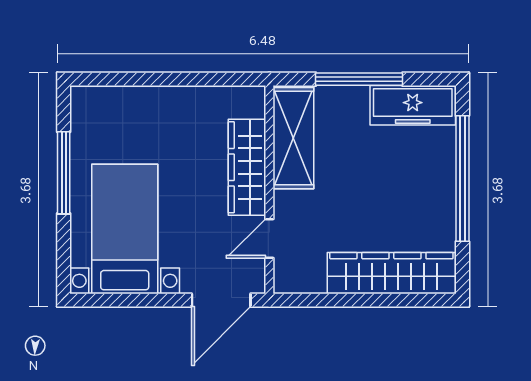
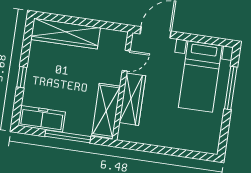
window: (64, 173) -> (231, 88), moved
window: (462, 179) -> (22, 77), width x0.32

